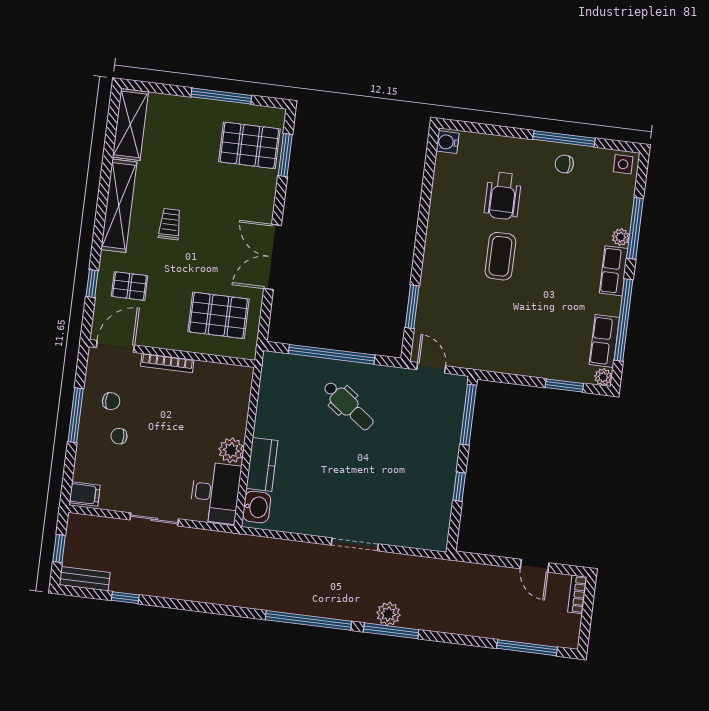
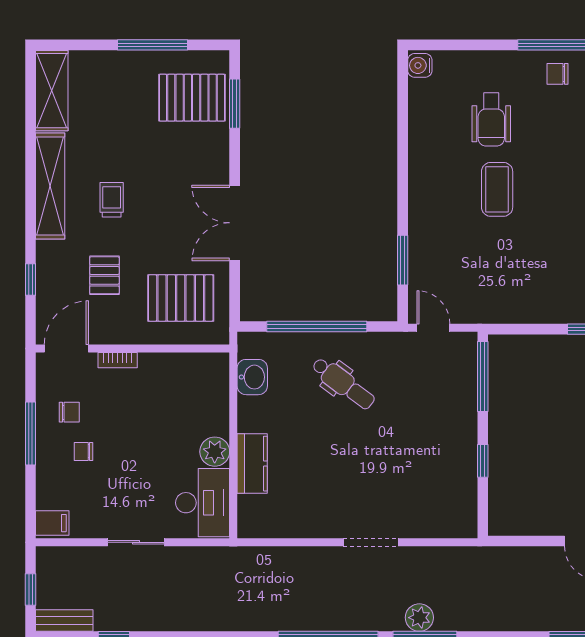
pallet: (129, 286) -> (104, 275), moved, turned 90
bookcase: (167, 363) -> (118, 360), width x0.64
washbasin: (257, 507) -> (252, 377), moved

